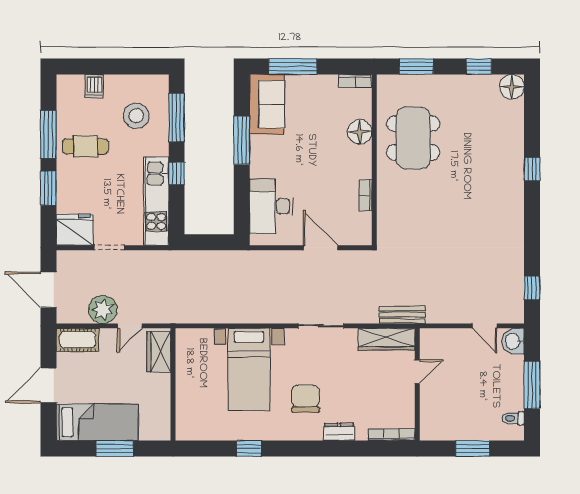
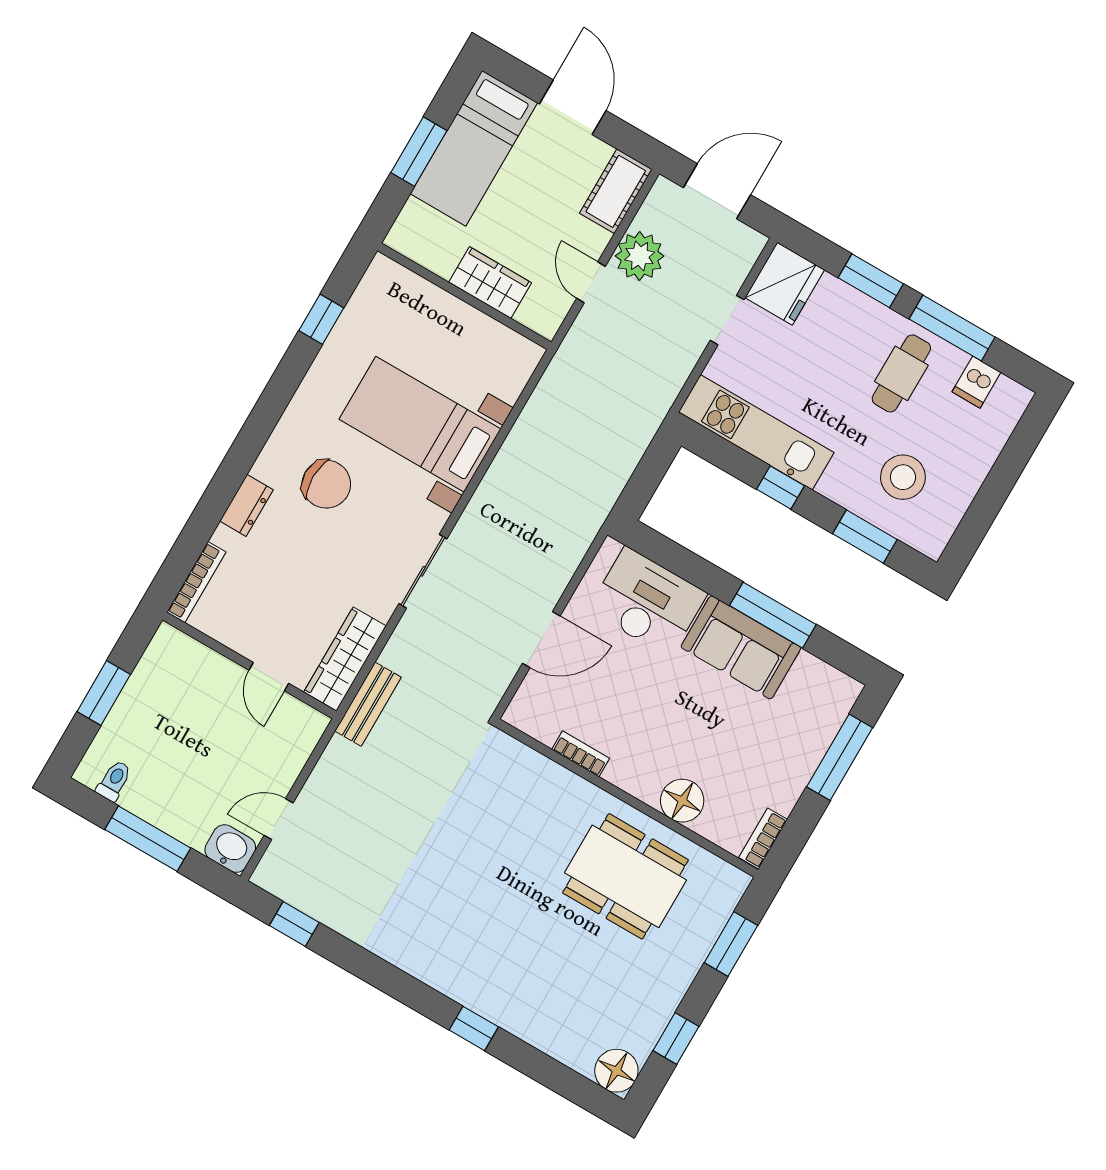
dishwasher: (94, 86) -> (976, 382), moved, turned -90
sofa: (267, 104) -> (741, 647), moved
window: (177, 117) -> (865, 537), width x0.69
wardrobe: (159, 352) -> (490, 283), moved
window: (249, 449) -> (321, 319), moved

